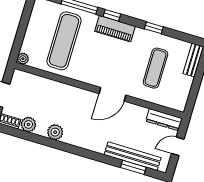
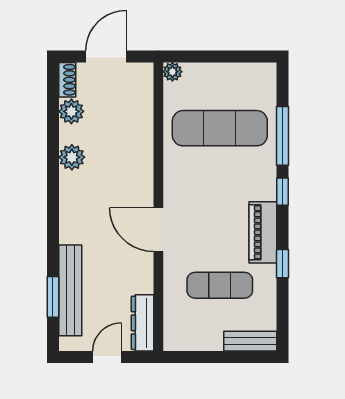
piano: (115, 29) -> (263, 232), moved
door: (178, 146) -> (107, 357), hinge flipped

